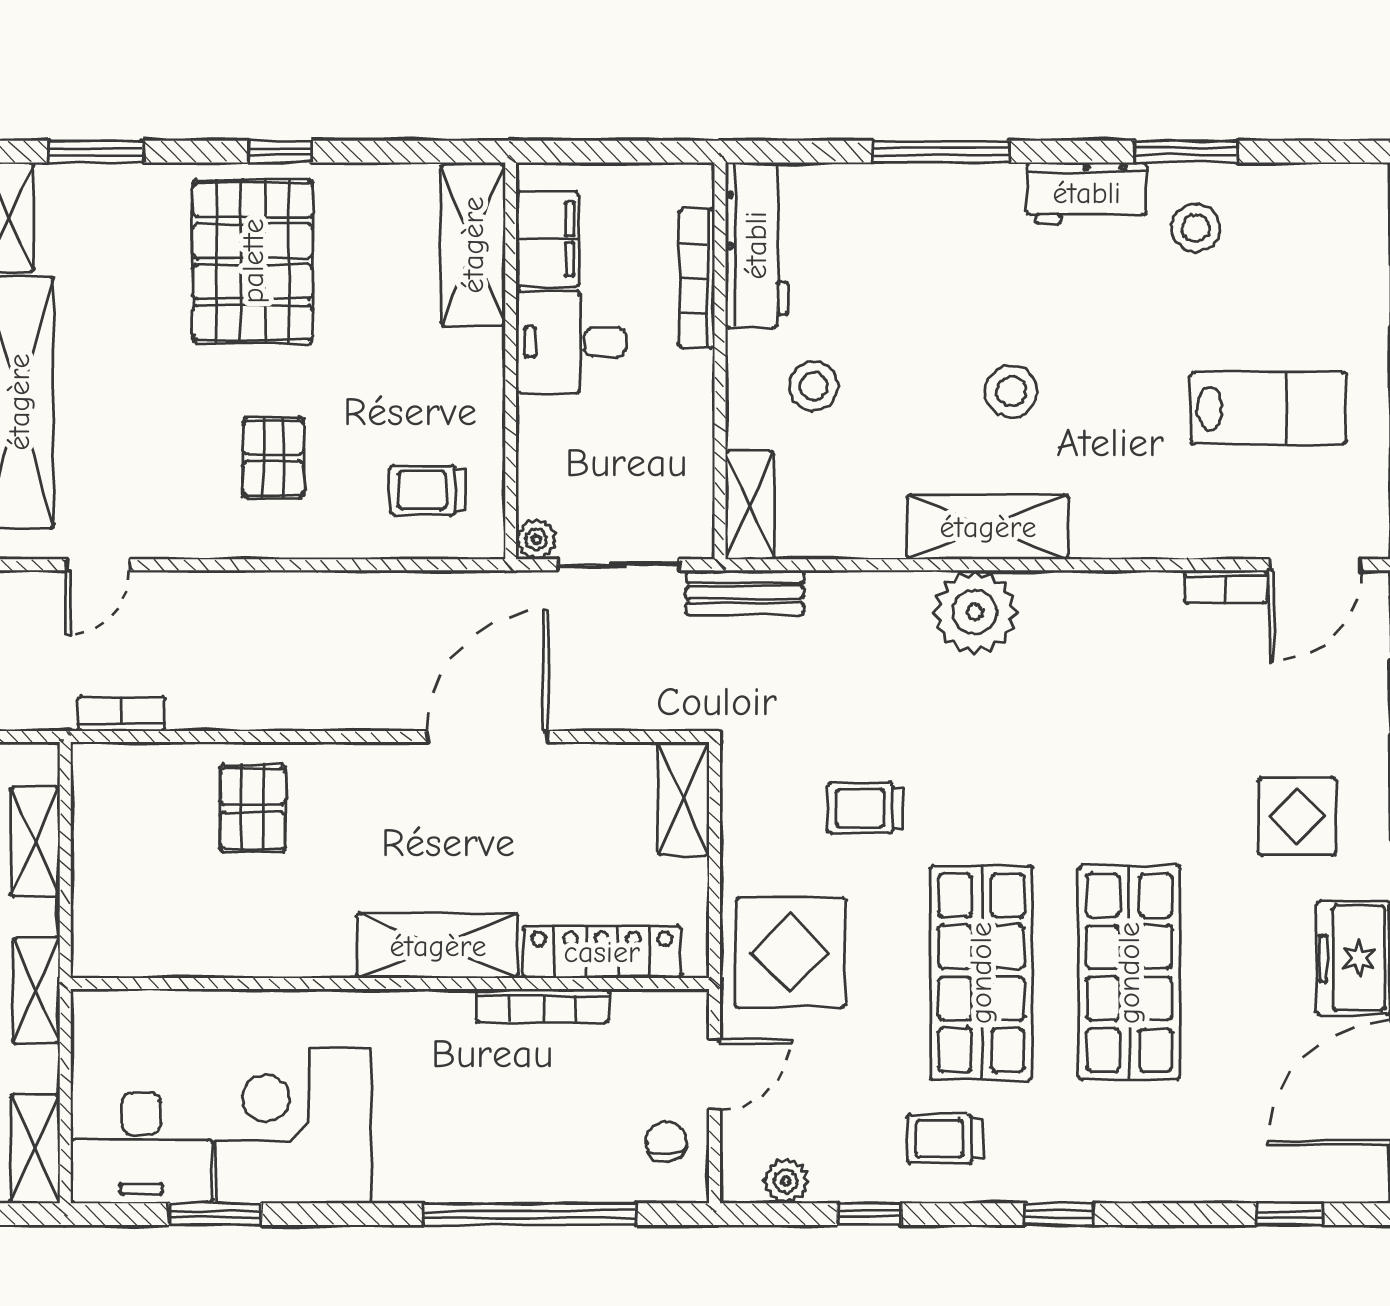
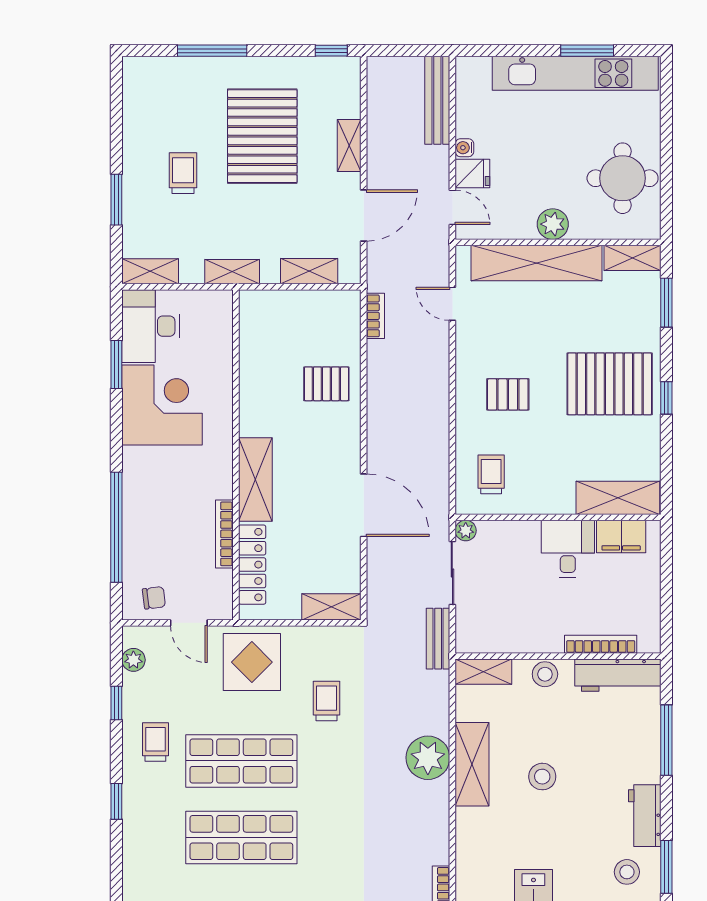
workbench: (756, 245) -> (618, 675), moved
bookcase: (697, 278) -> (601, 644), moved
wall: (720, 361) -> (558, 656), moved
shelving: (750, 505) -> (483, 672), moved

